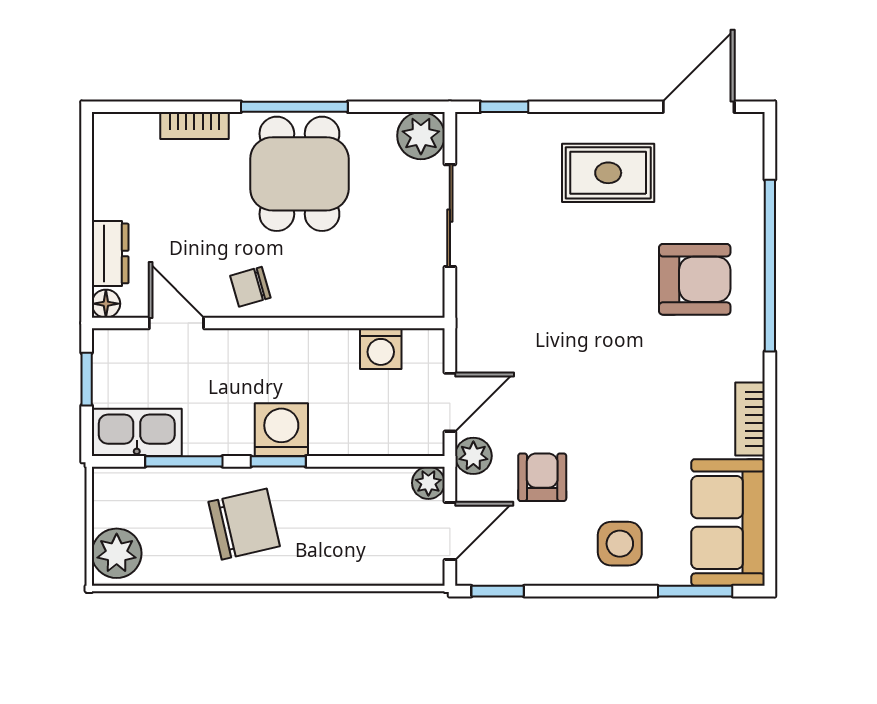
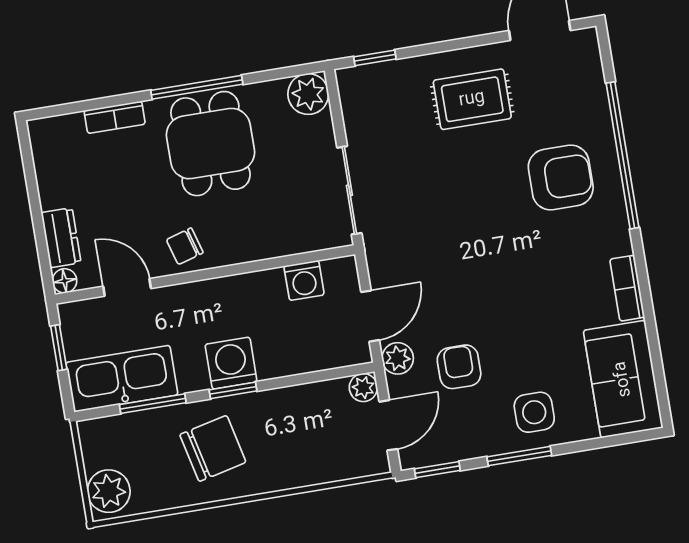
sliding door: (450, 216) -> (349, 190), moved
kitchen sink: (137, 432) -> (122, 379), width x1.36, depth x1.24
window: (695, 591) -> (519, 456), moved

